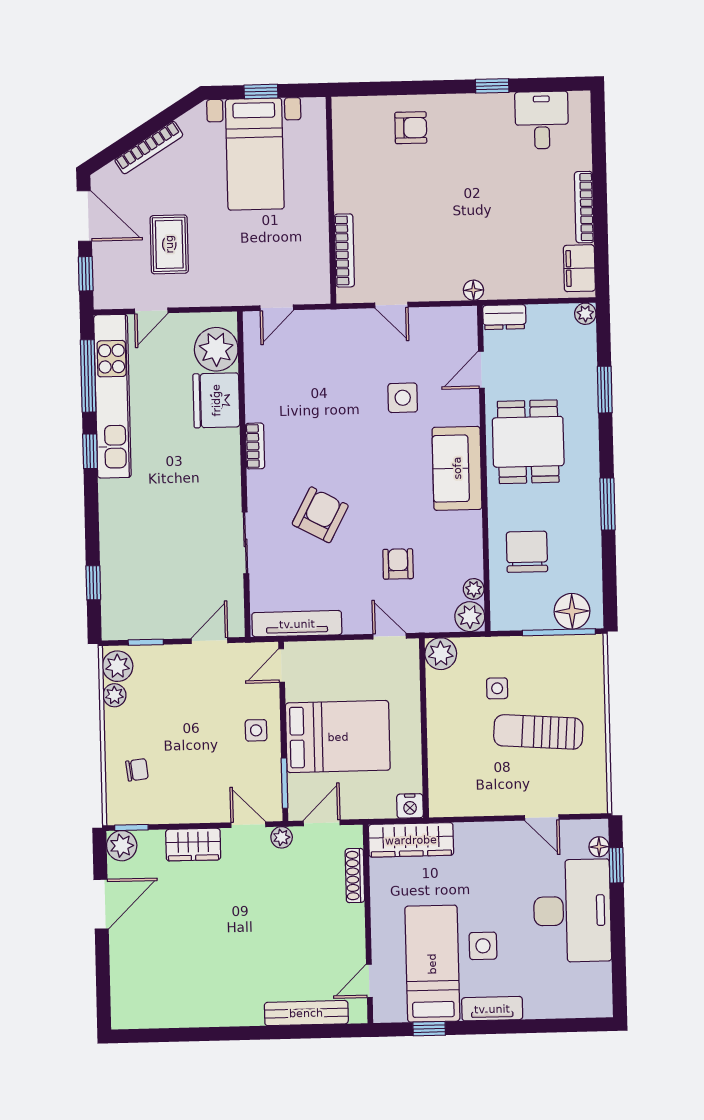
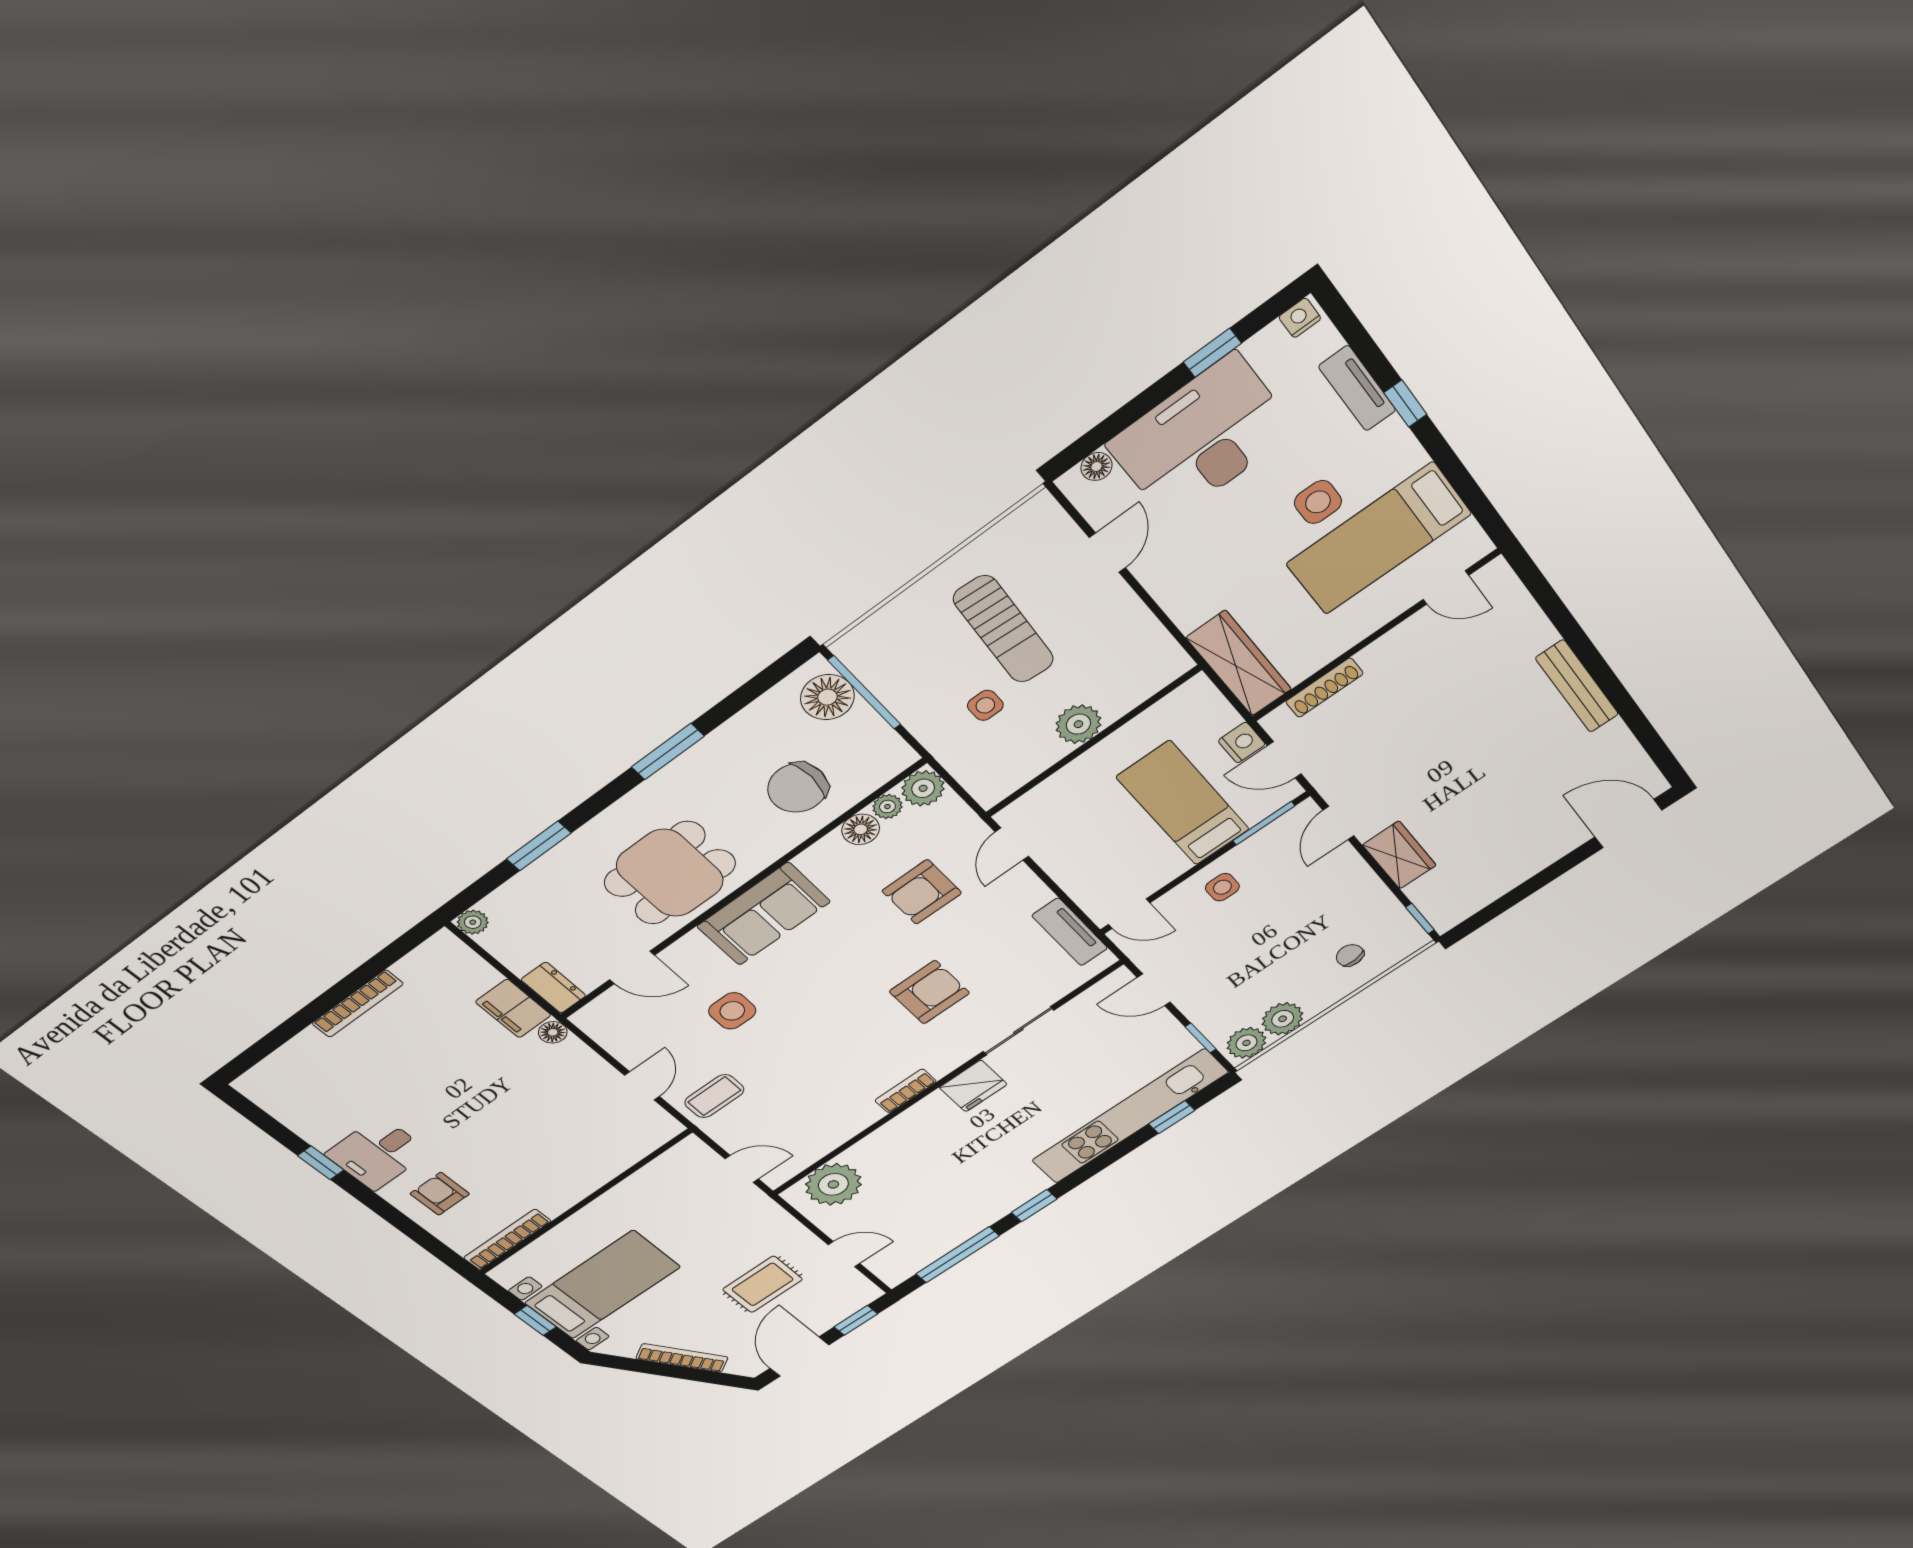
desk: (542, 120) -> (377, 1153), moved
bookcase: (344, 250) -> (507, 1239), moved
filing cabinet: (579, 268) -> (513, 1008), moved, turned 90
coffee table: (348, 338) -> (714, 1096), added
kitchen unit: (112, 396) -> (1130, 1116), moved
fridge: (216, 400) -> (973, 1086), moved, width x0.73, depth x0.75
armchair: (320, 515) -> (929, 992), turned 152
armchair: (398, 564) -> (922, 892), width x1.38, depth x1.38
floor lamp: (470, 564) -> (861, 829), added
tv unit: (297, 624) -> (1070, 932), width x0.71
plant: (441, 654) -> (1078, 724), moved
plant: (114, 695) -> (1283, 1019), width x1.38, depth x1.38
bed: (338, 737) -> (1183, 803), width x0.67
nightstand: (410, 806) -> (1242, 743), moved
plant: (282, 837) -> (1330, 784), removed
plant: (122, 846) -> (1447, 913), removed
window: (616, 865) -> (1212, 353), moved
door: (101, 904) -> (1628, 824), moved
nightstand: (603, 1003) -> (1300, 318), added
tv unit: (492, 1009) -> (1357, 388), moved
bench: (306, 1013) -> (1577, 686), moved
window: (429, 1029) -> (1405, 404), moved

